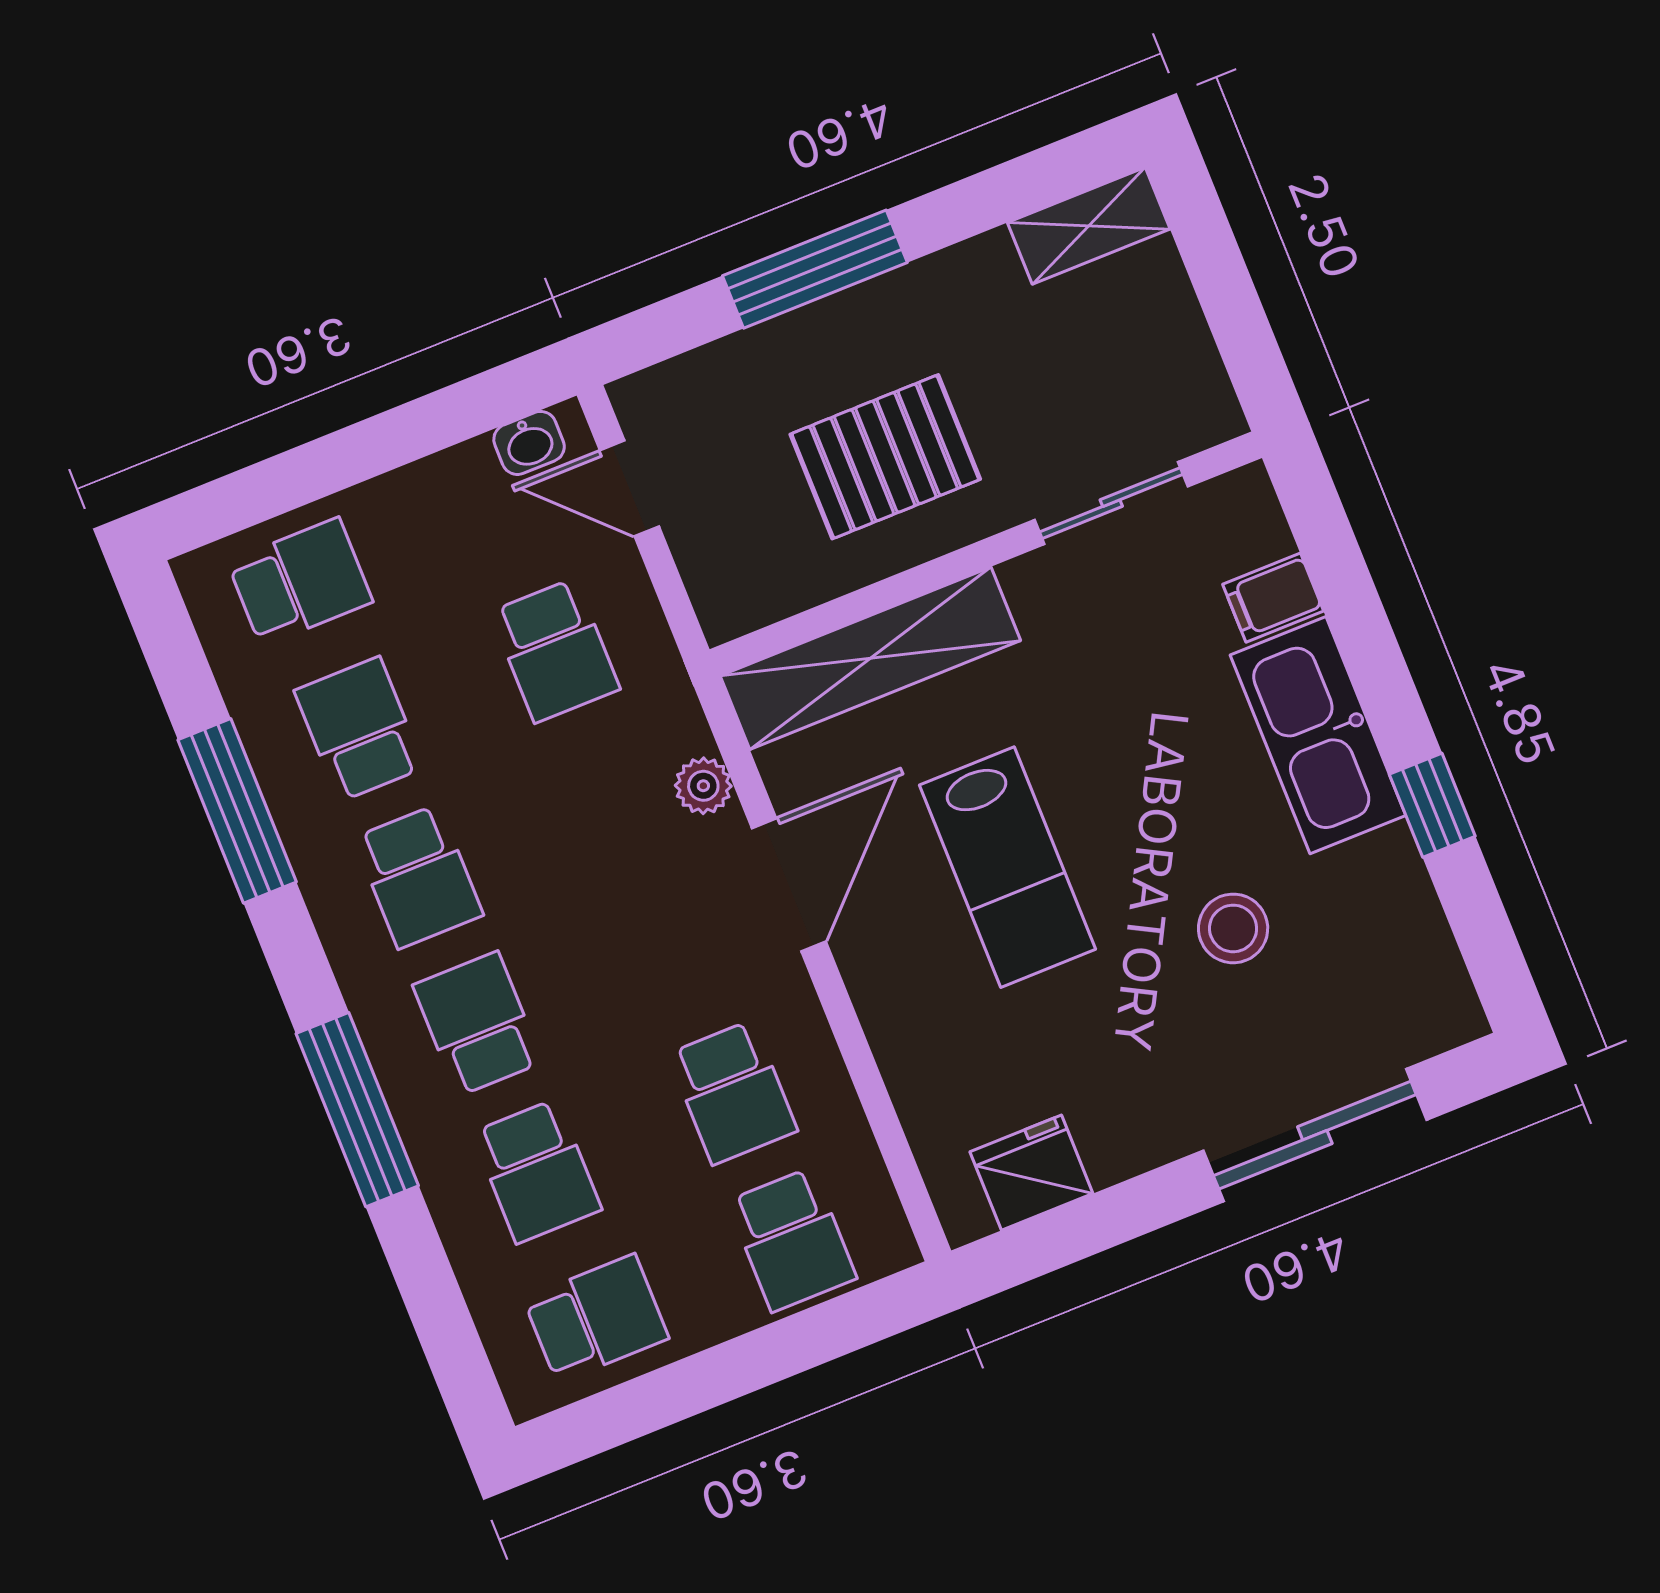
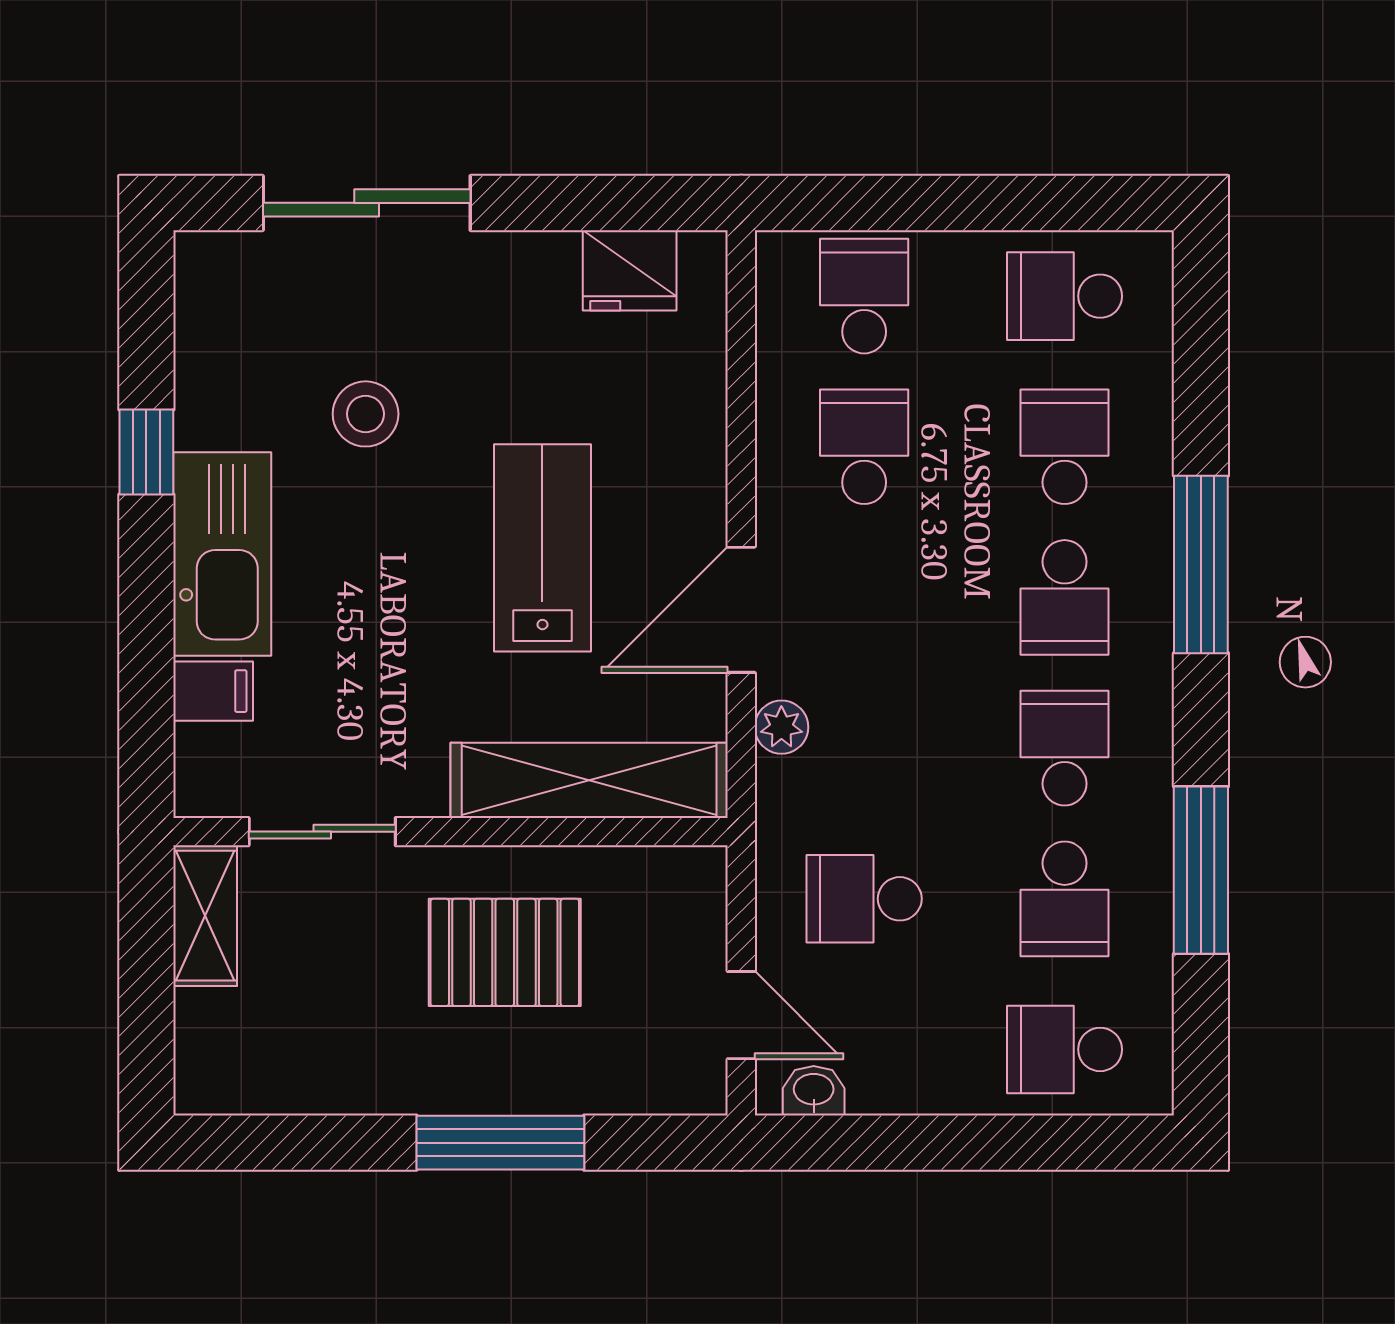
shelving: (1089, 226) -> (205, 916), moved, turned 90
school desk: (555, 650) -> (864, 899), turned -90

